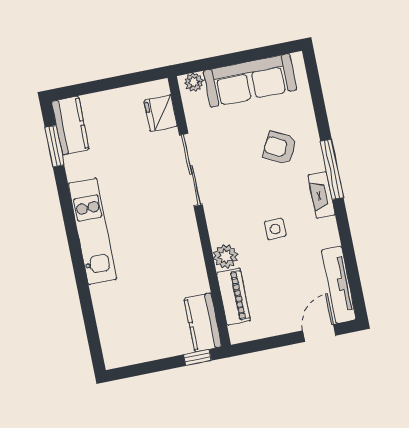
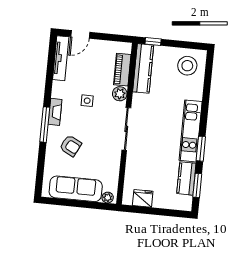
fridge: (161, 113) -> (143, 198), moved, turned -90
kitchen counter: (70, 125) -> (186, 178), moved
sliding door: (191, 170) -> (126, 129), moved
window: (67, 208) -> (201, 149), added
kitchen counter: (203, 323) -> (143, 68), width x1.50
stool: (130, 335) -> (187, 66), added

